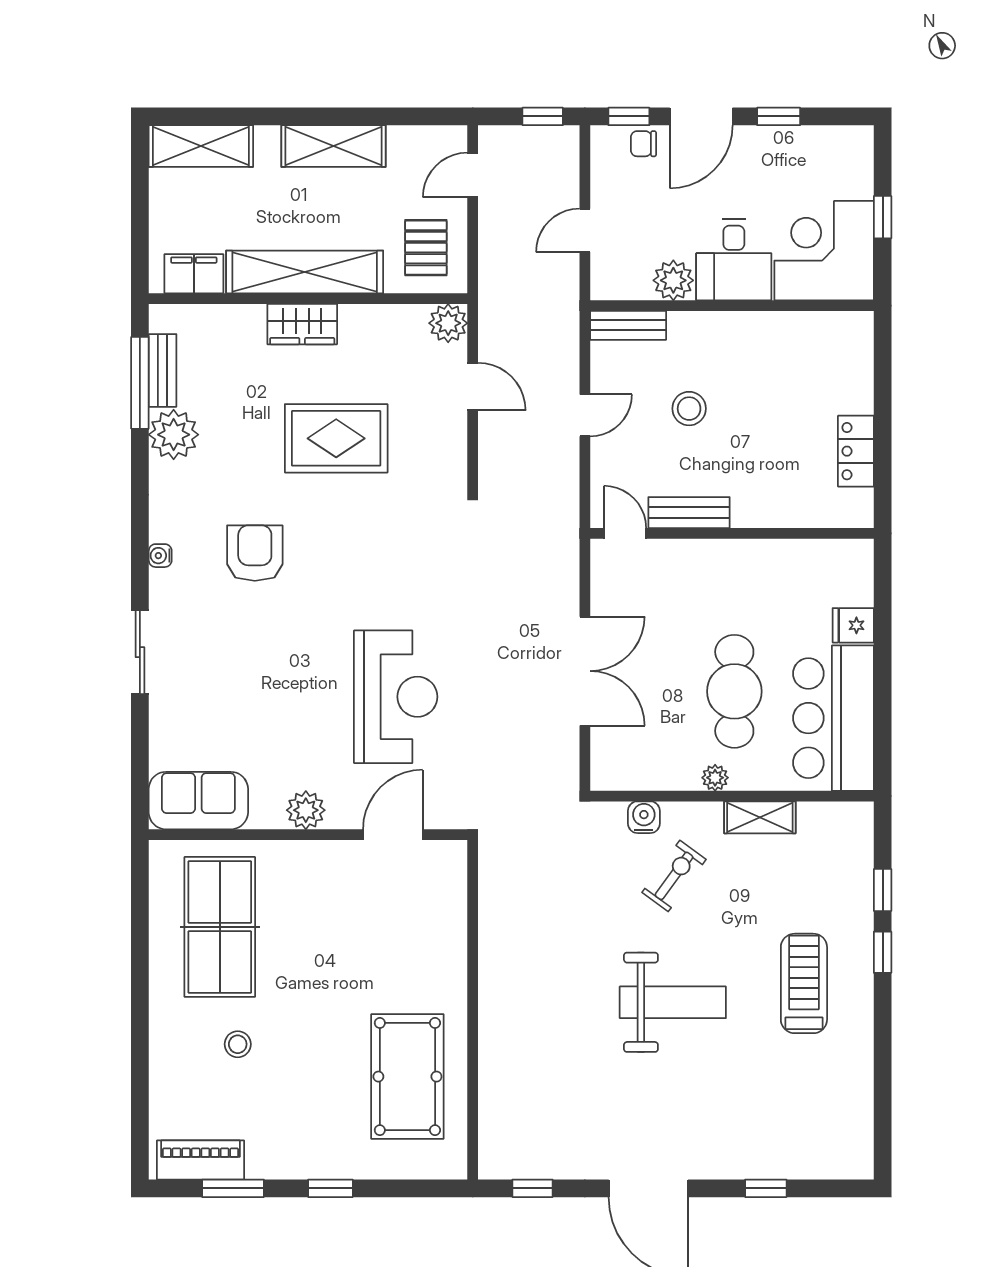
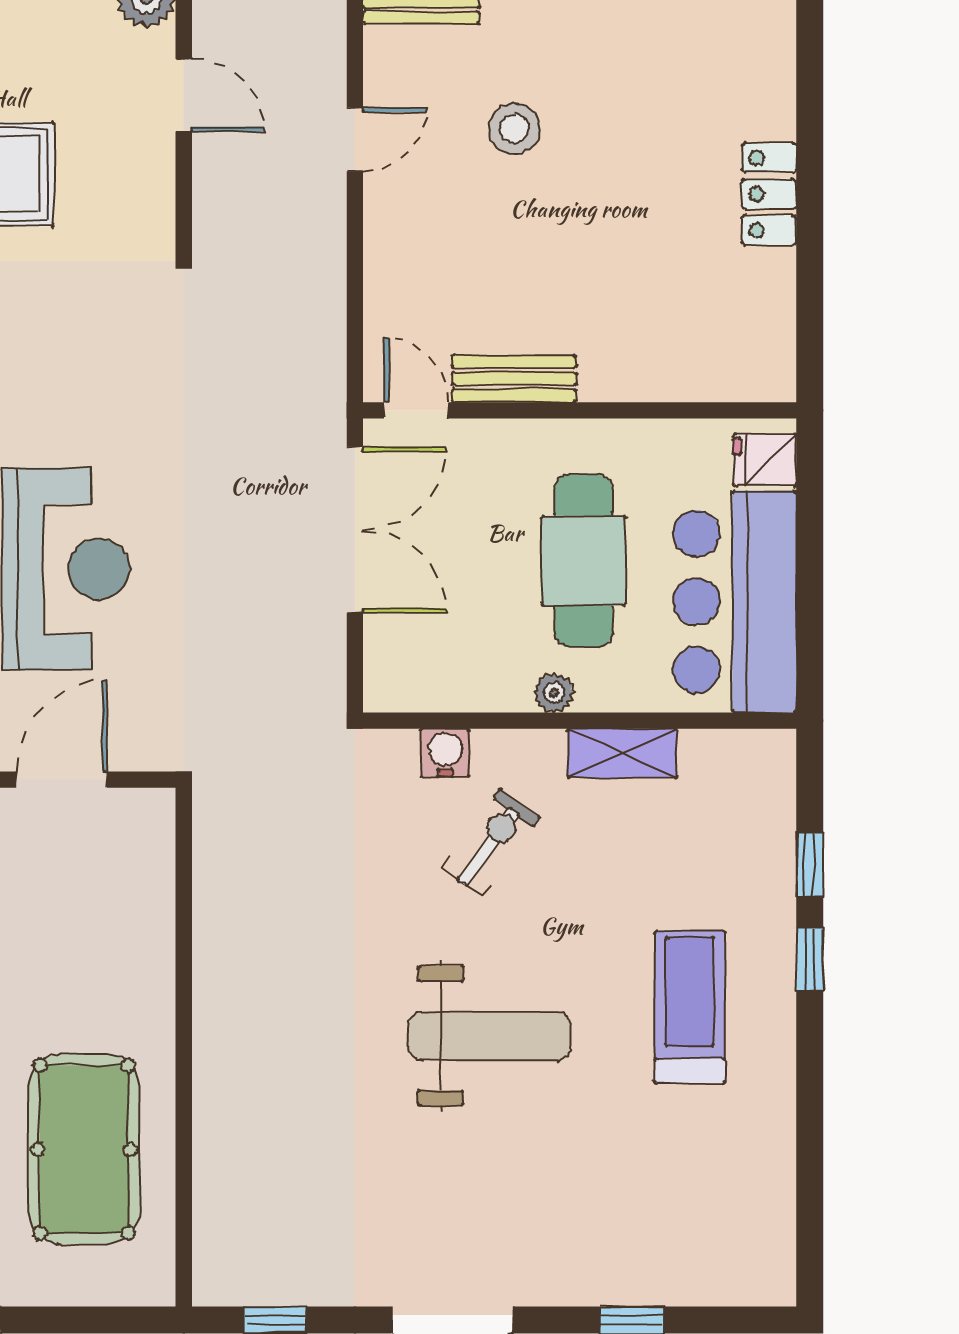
bench: (689, 513) -> (514, 379), moved
door: (625, 533) -> (416, 410), moved
wall: (732, 533) -> (580, 410), moved

